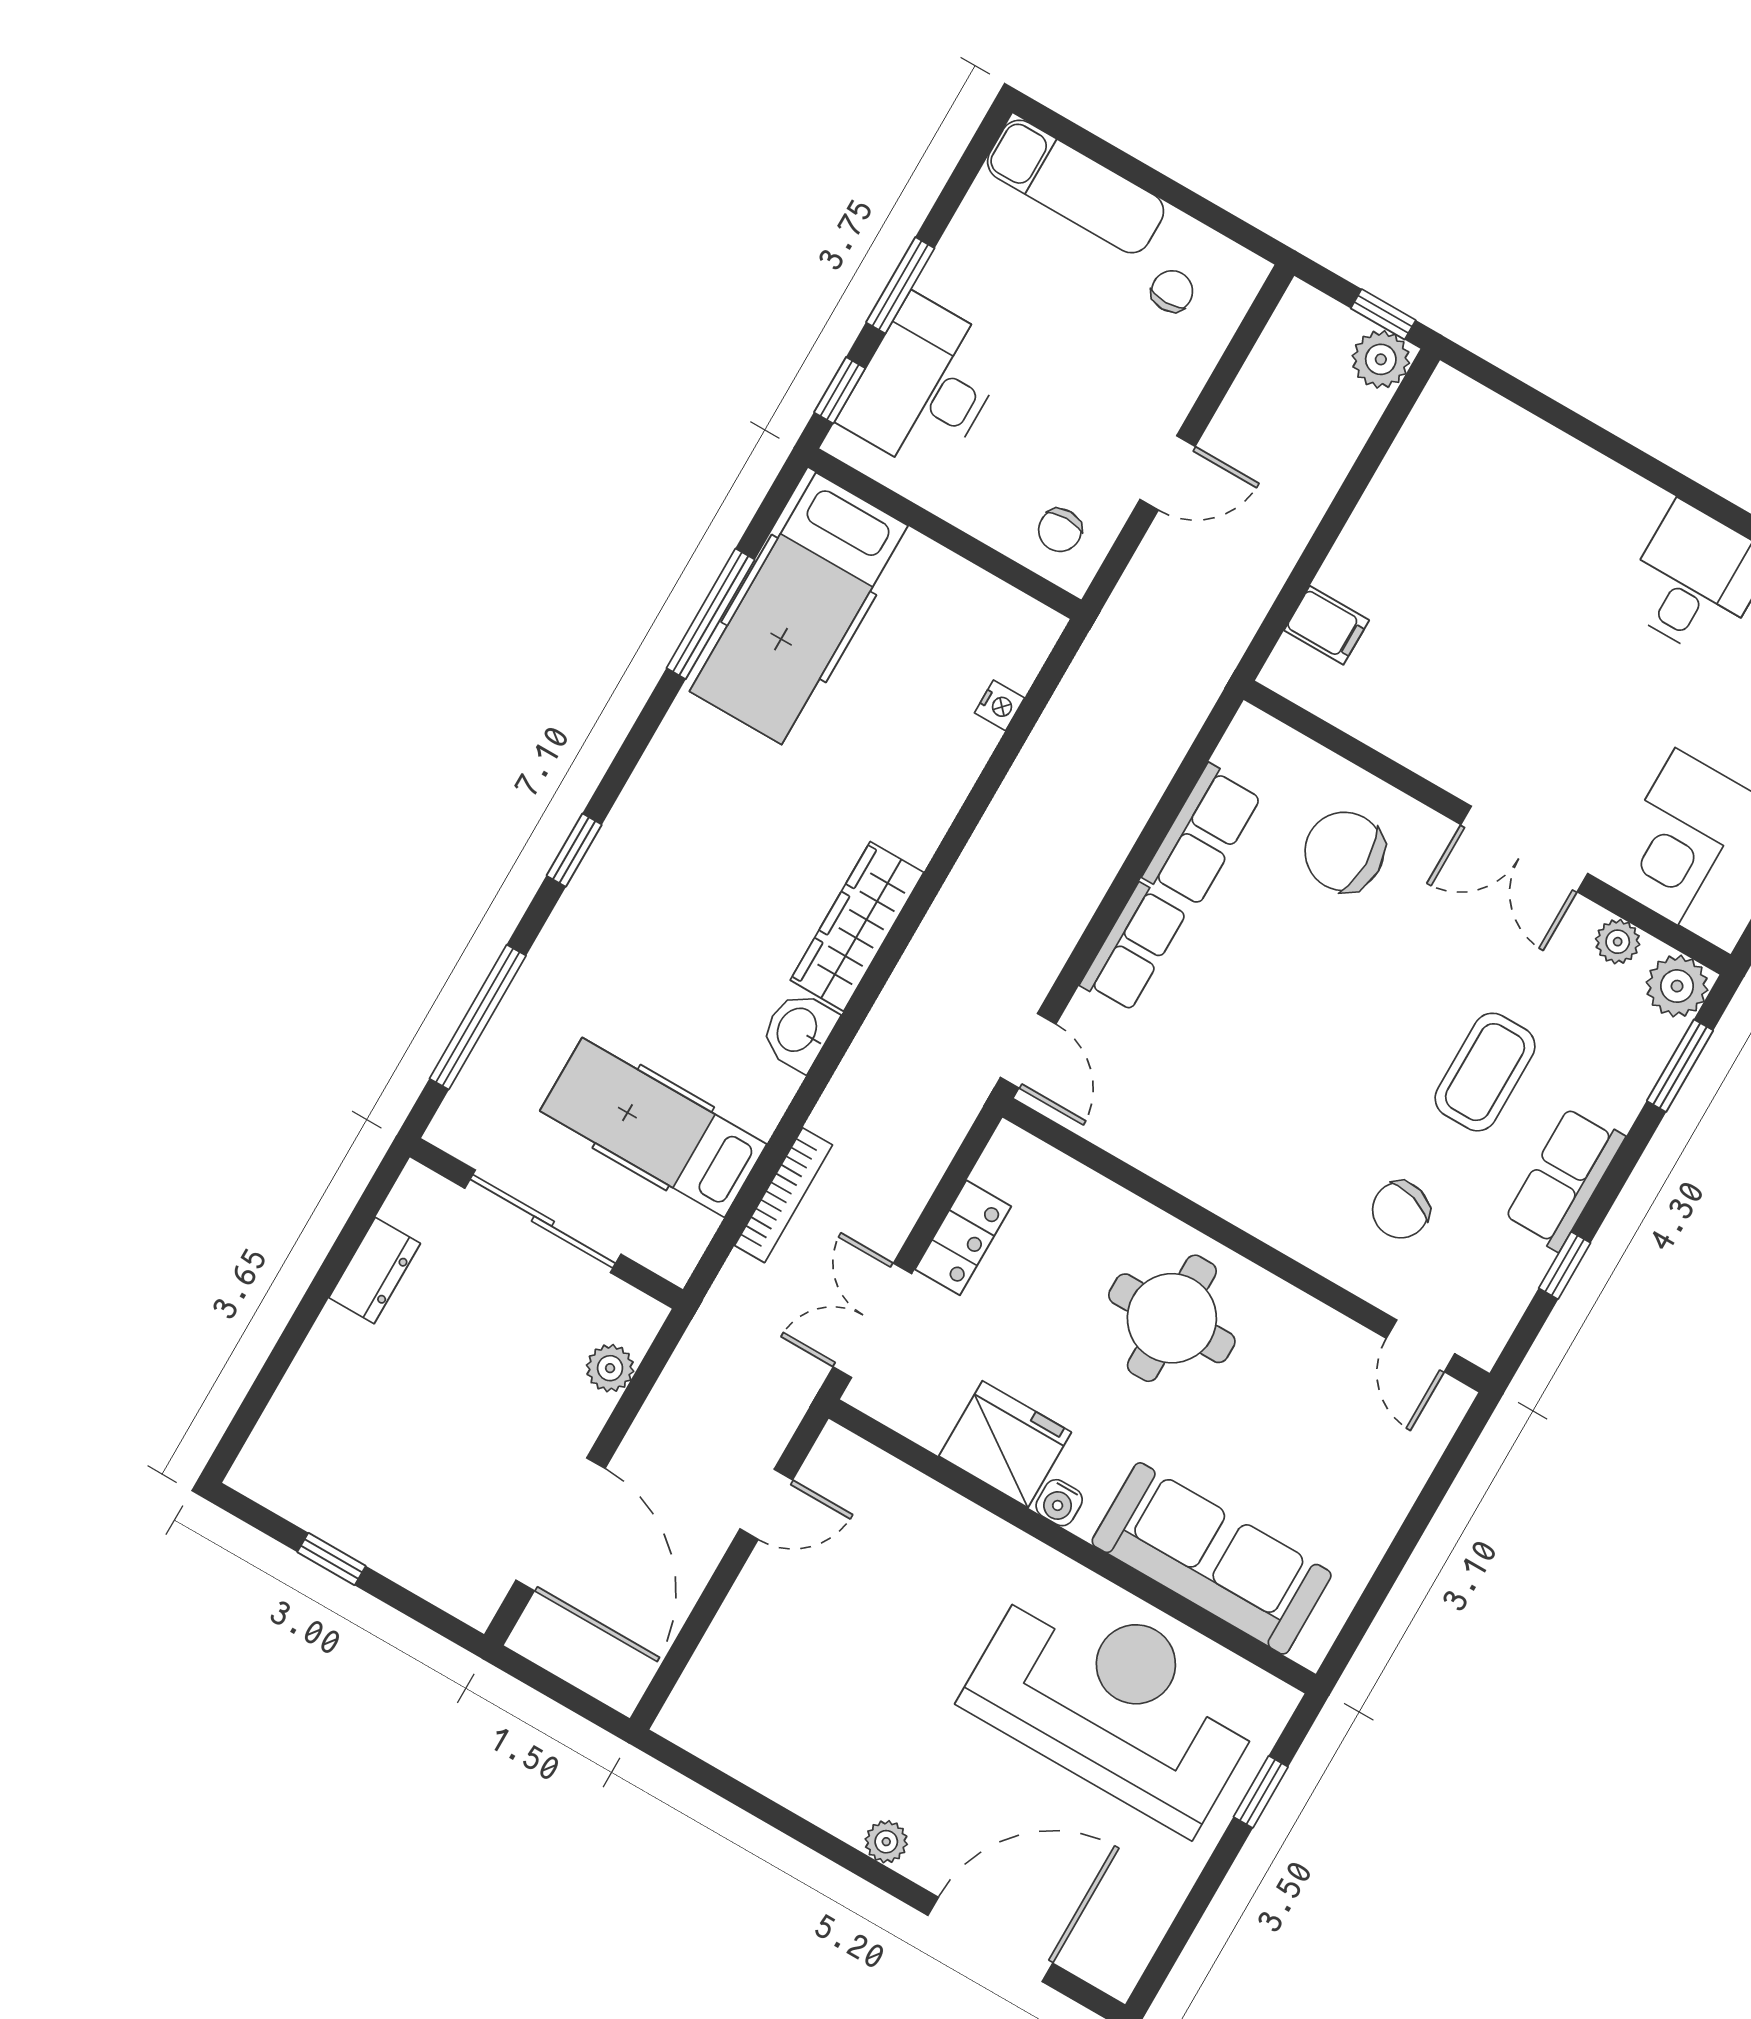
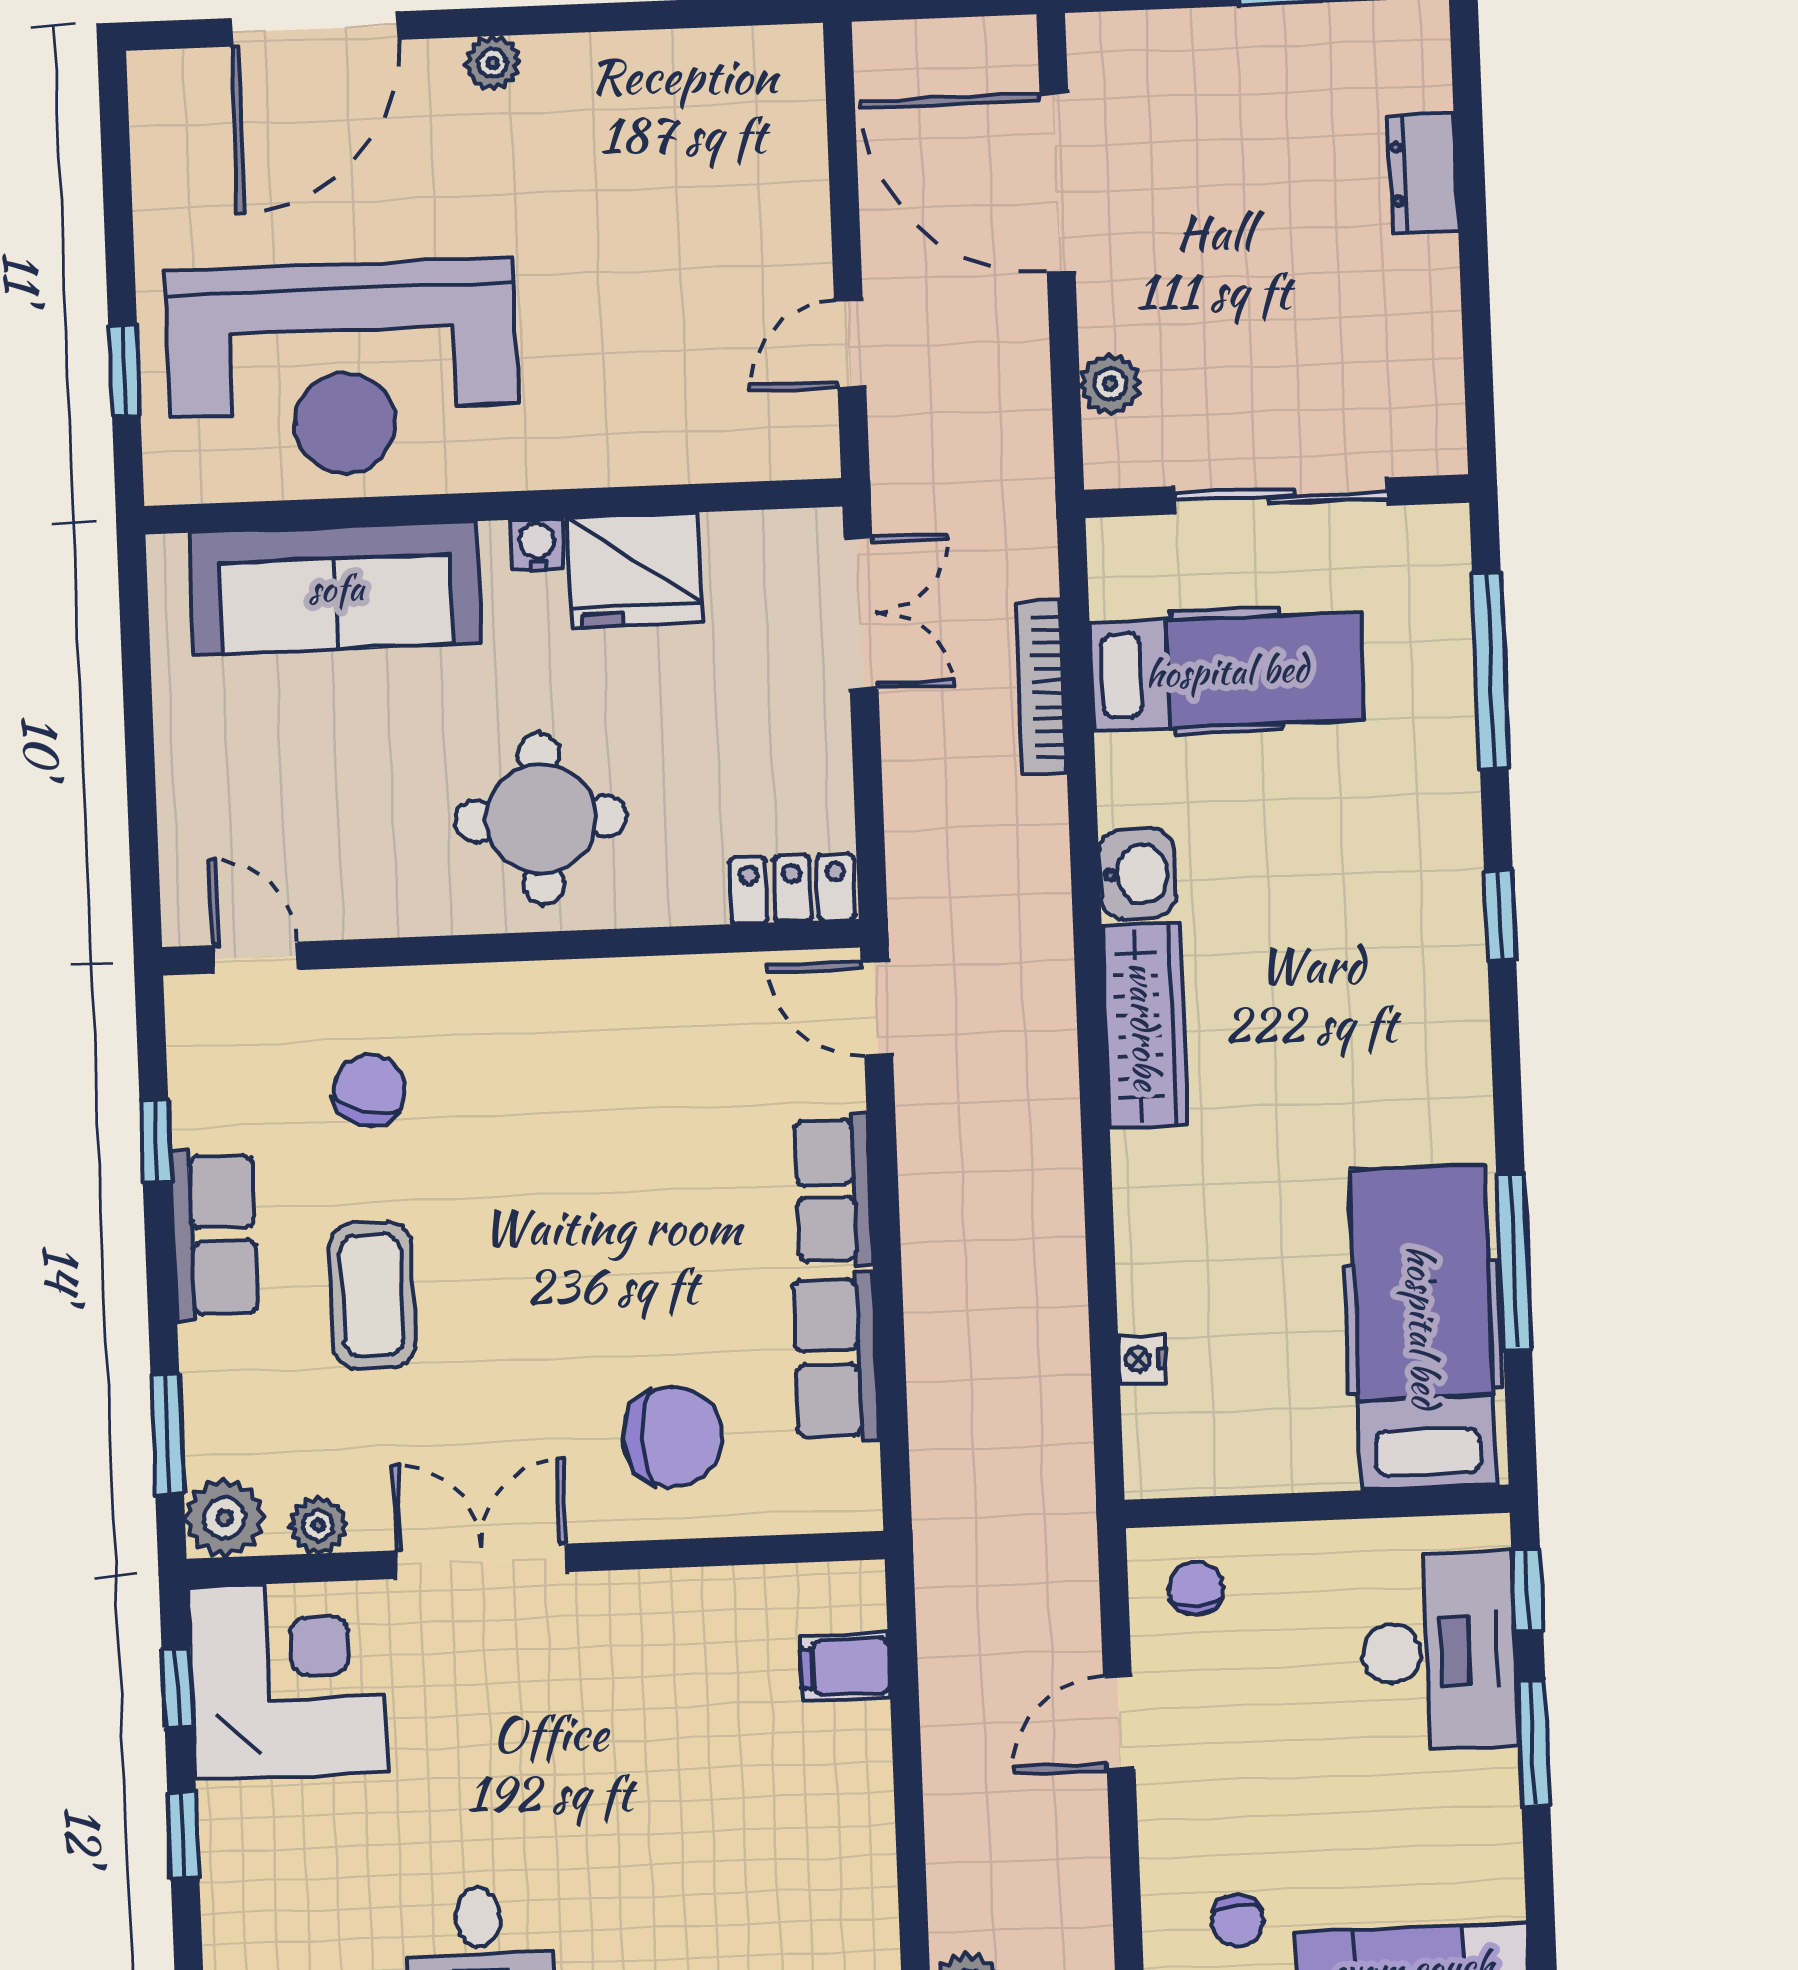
locker: (963, 1238) -> (792, 889), moved, turned 90
dresser: (375, 1271) -> (1423, 173), moved

